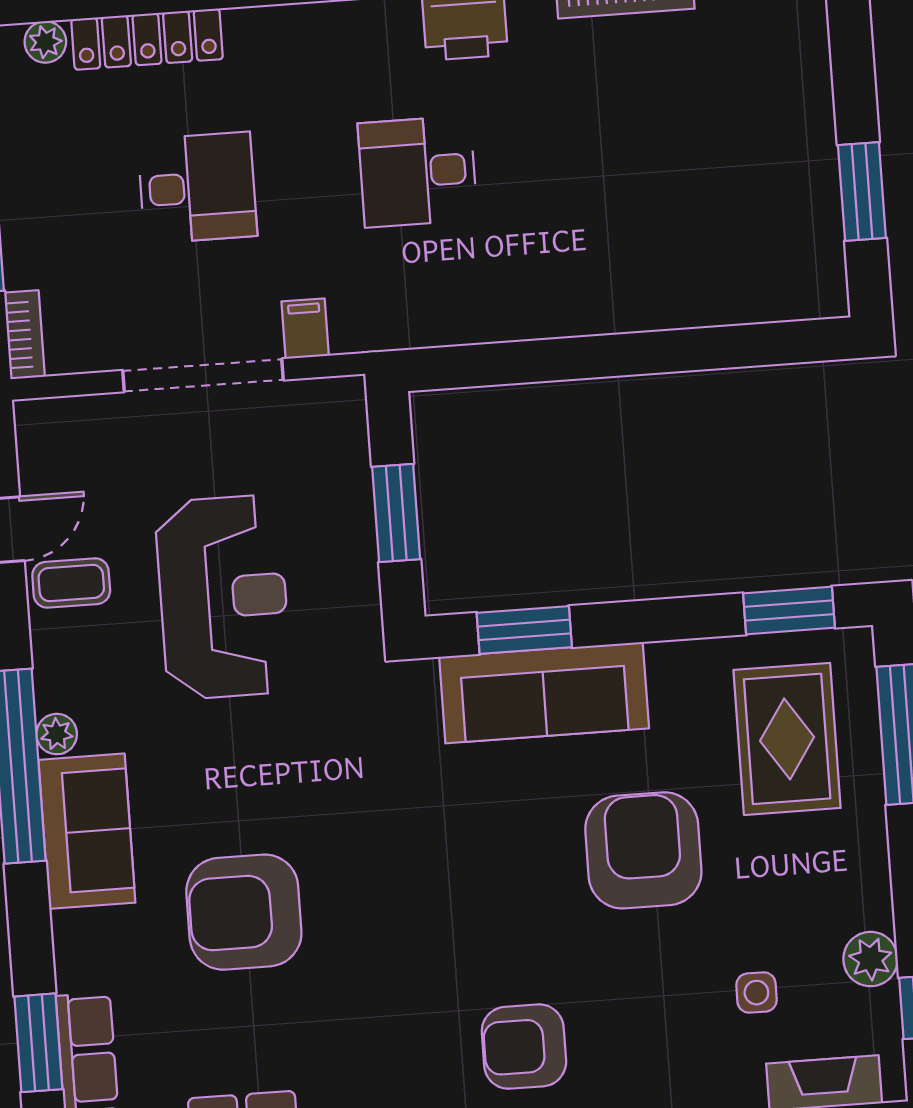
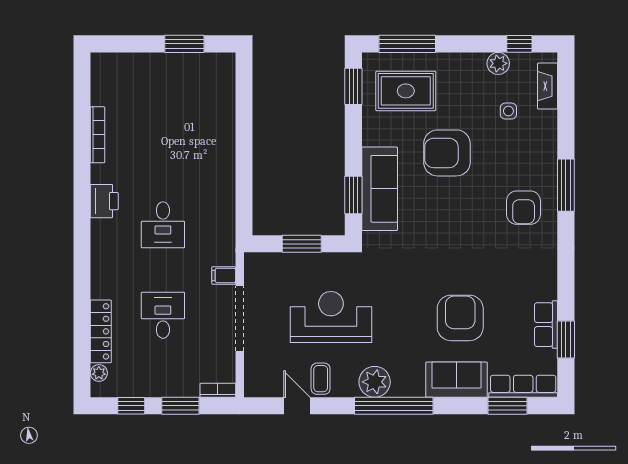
plant: (57, 734) -> (375, 382), width x1.88, depth x1.88
sofa: (87, 831) -> (457, 380), moved
armchair: (244, 912) -> (460, 318), turned 180

